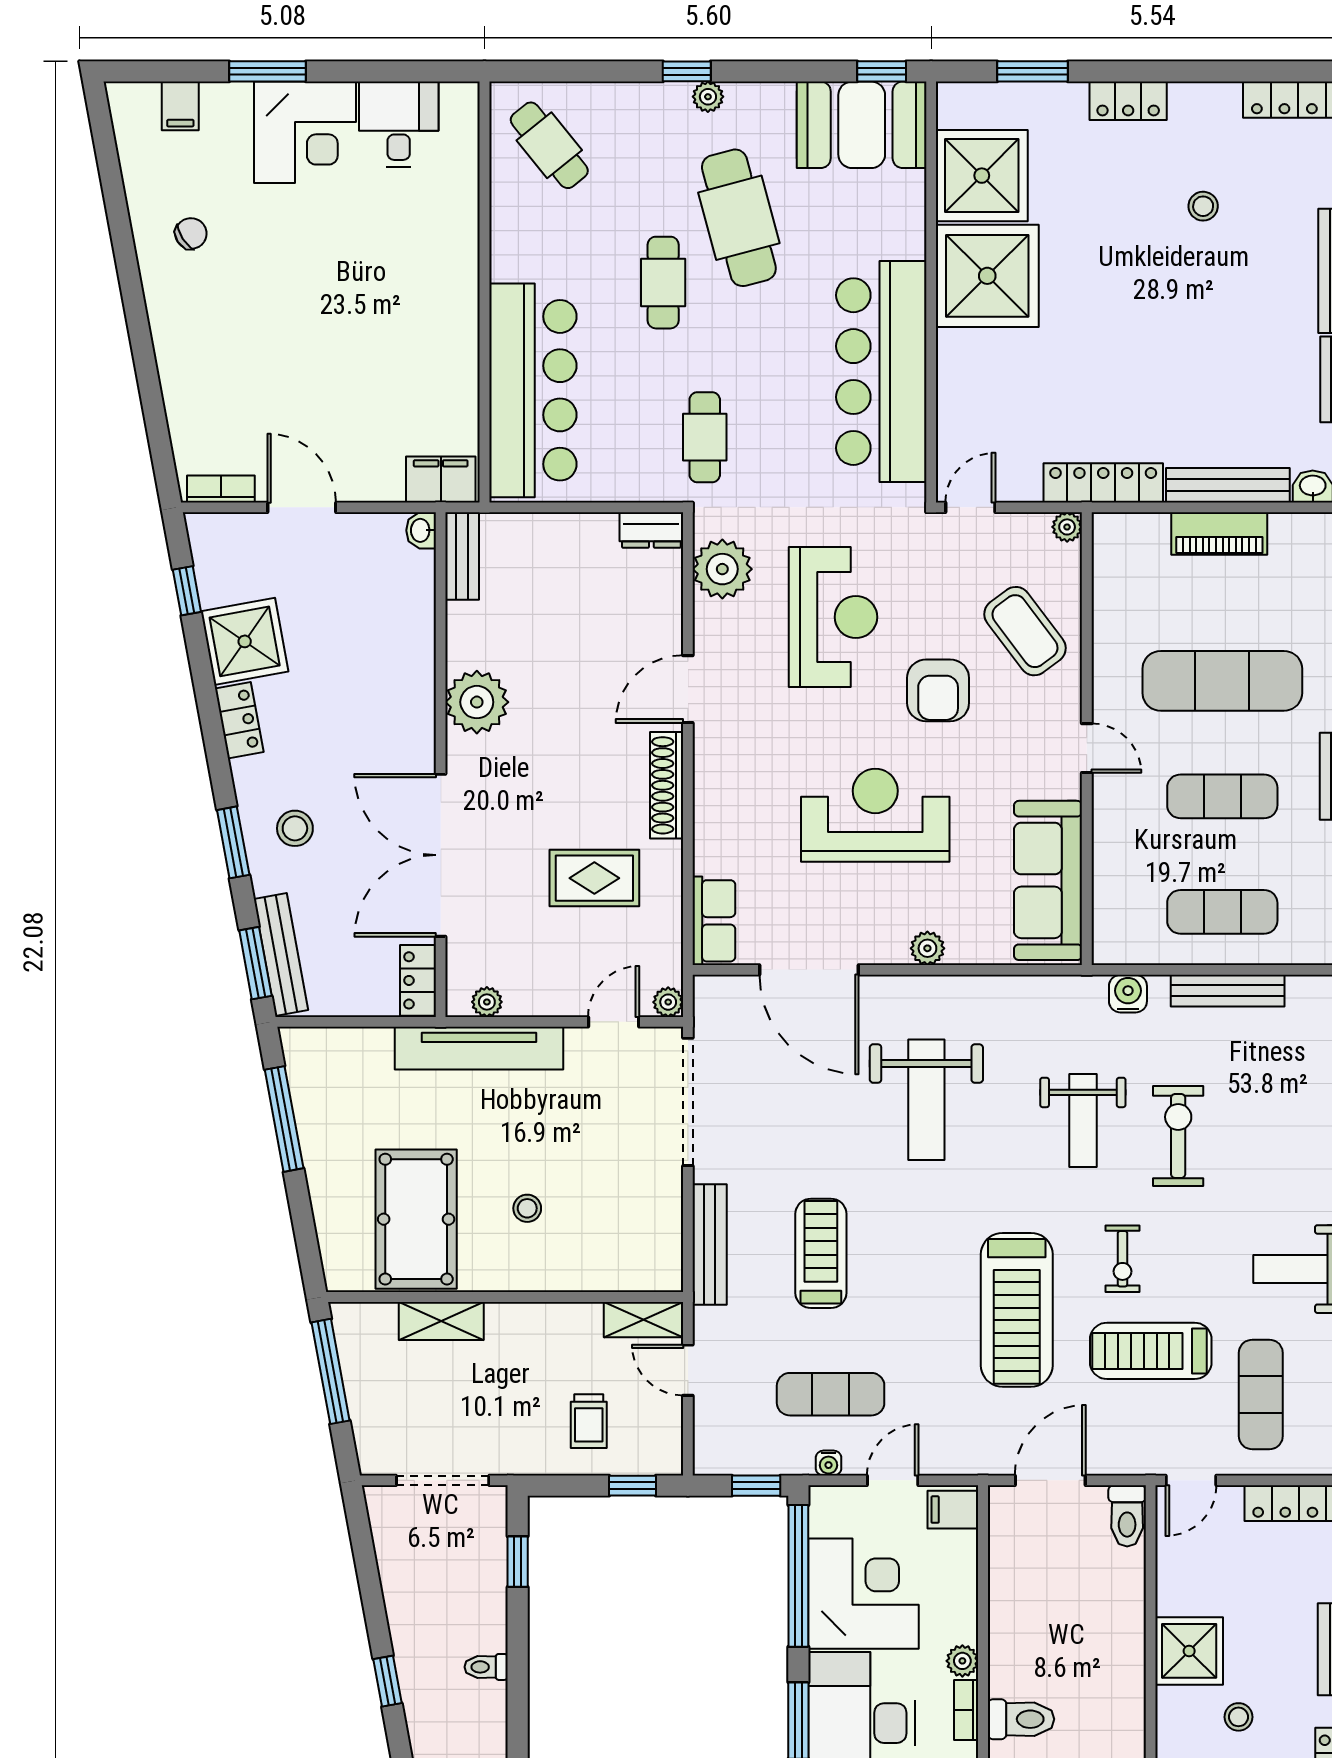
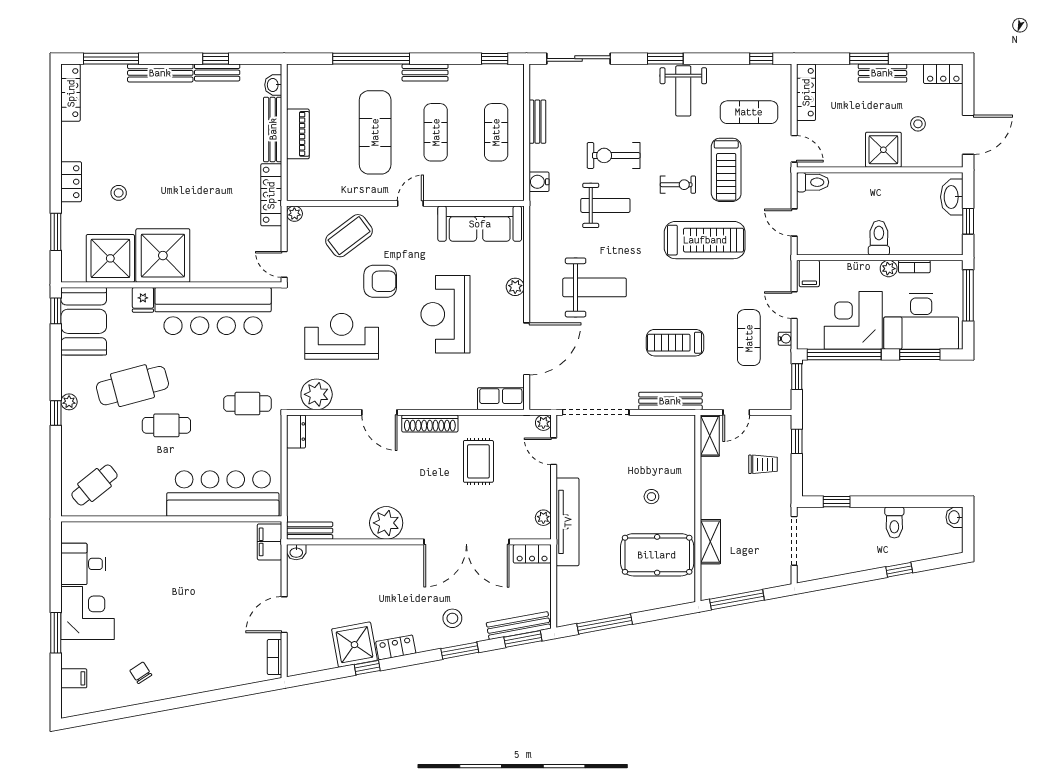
stool: (1203, 206) -> (119, 193), moved
fridge: (903, 238) -> (143, 300), added
window: (187, 591) -> (367, 668), moved
bench: (1228, 991) -> (537, 122), width x0.73
door: (1050, 1480) -> (794, 223), width x0.73
toilet: (486, 1667) -> (894, 522), width x1.37, depth x1.39
toilet: (1021, 1719) -> (879, 238), moved

